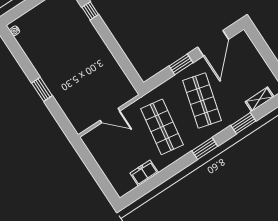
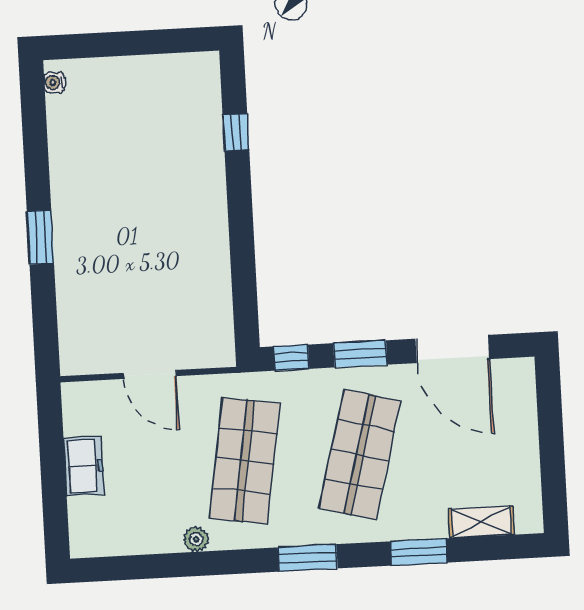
door: (213, 43) -> (453, 349), hinge flipped
window: (157, 80) -> (291, 358), added
plant: (161, 165) -> (196, 539), added
freezer: (144, 173) -> (84, 466), moved, turned 90

